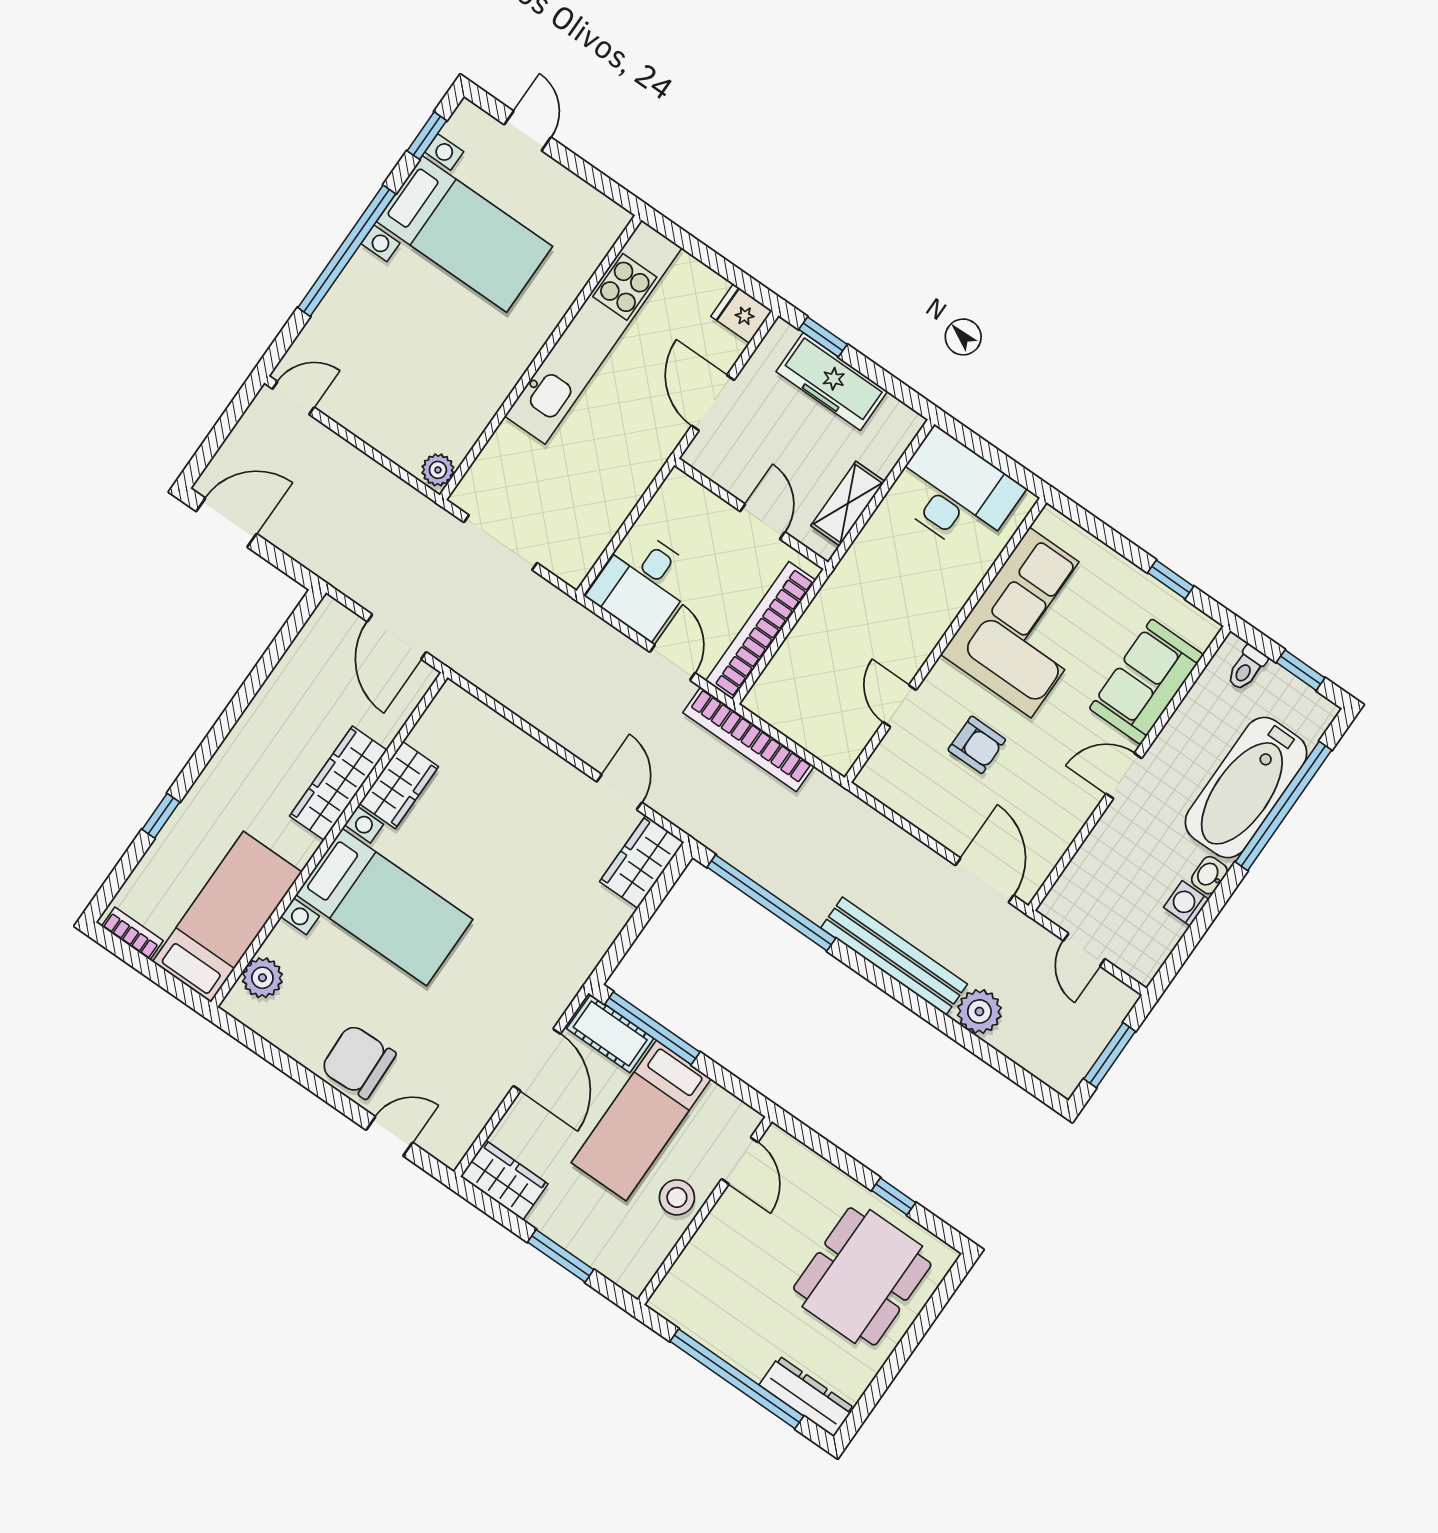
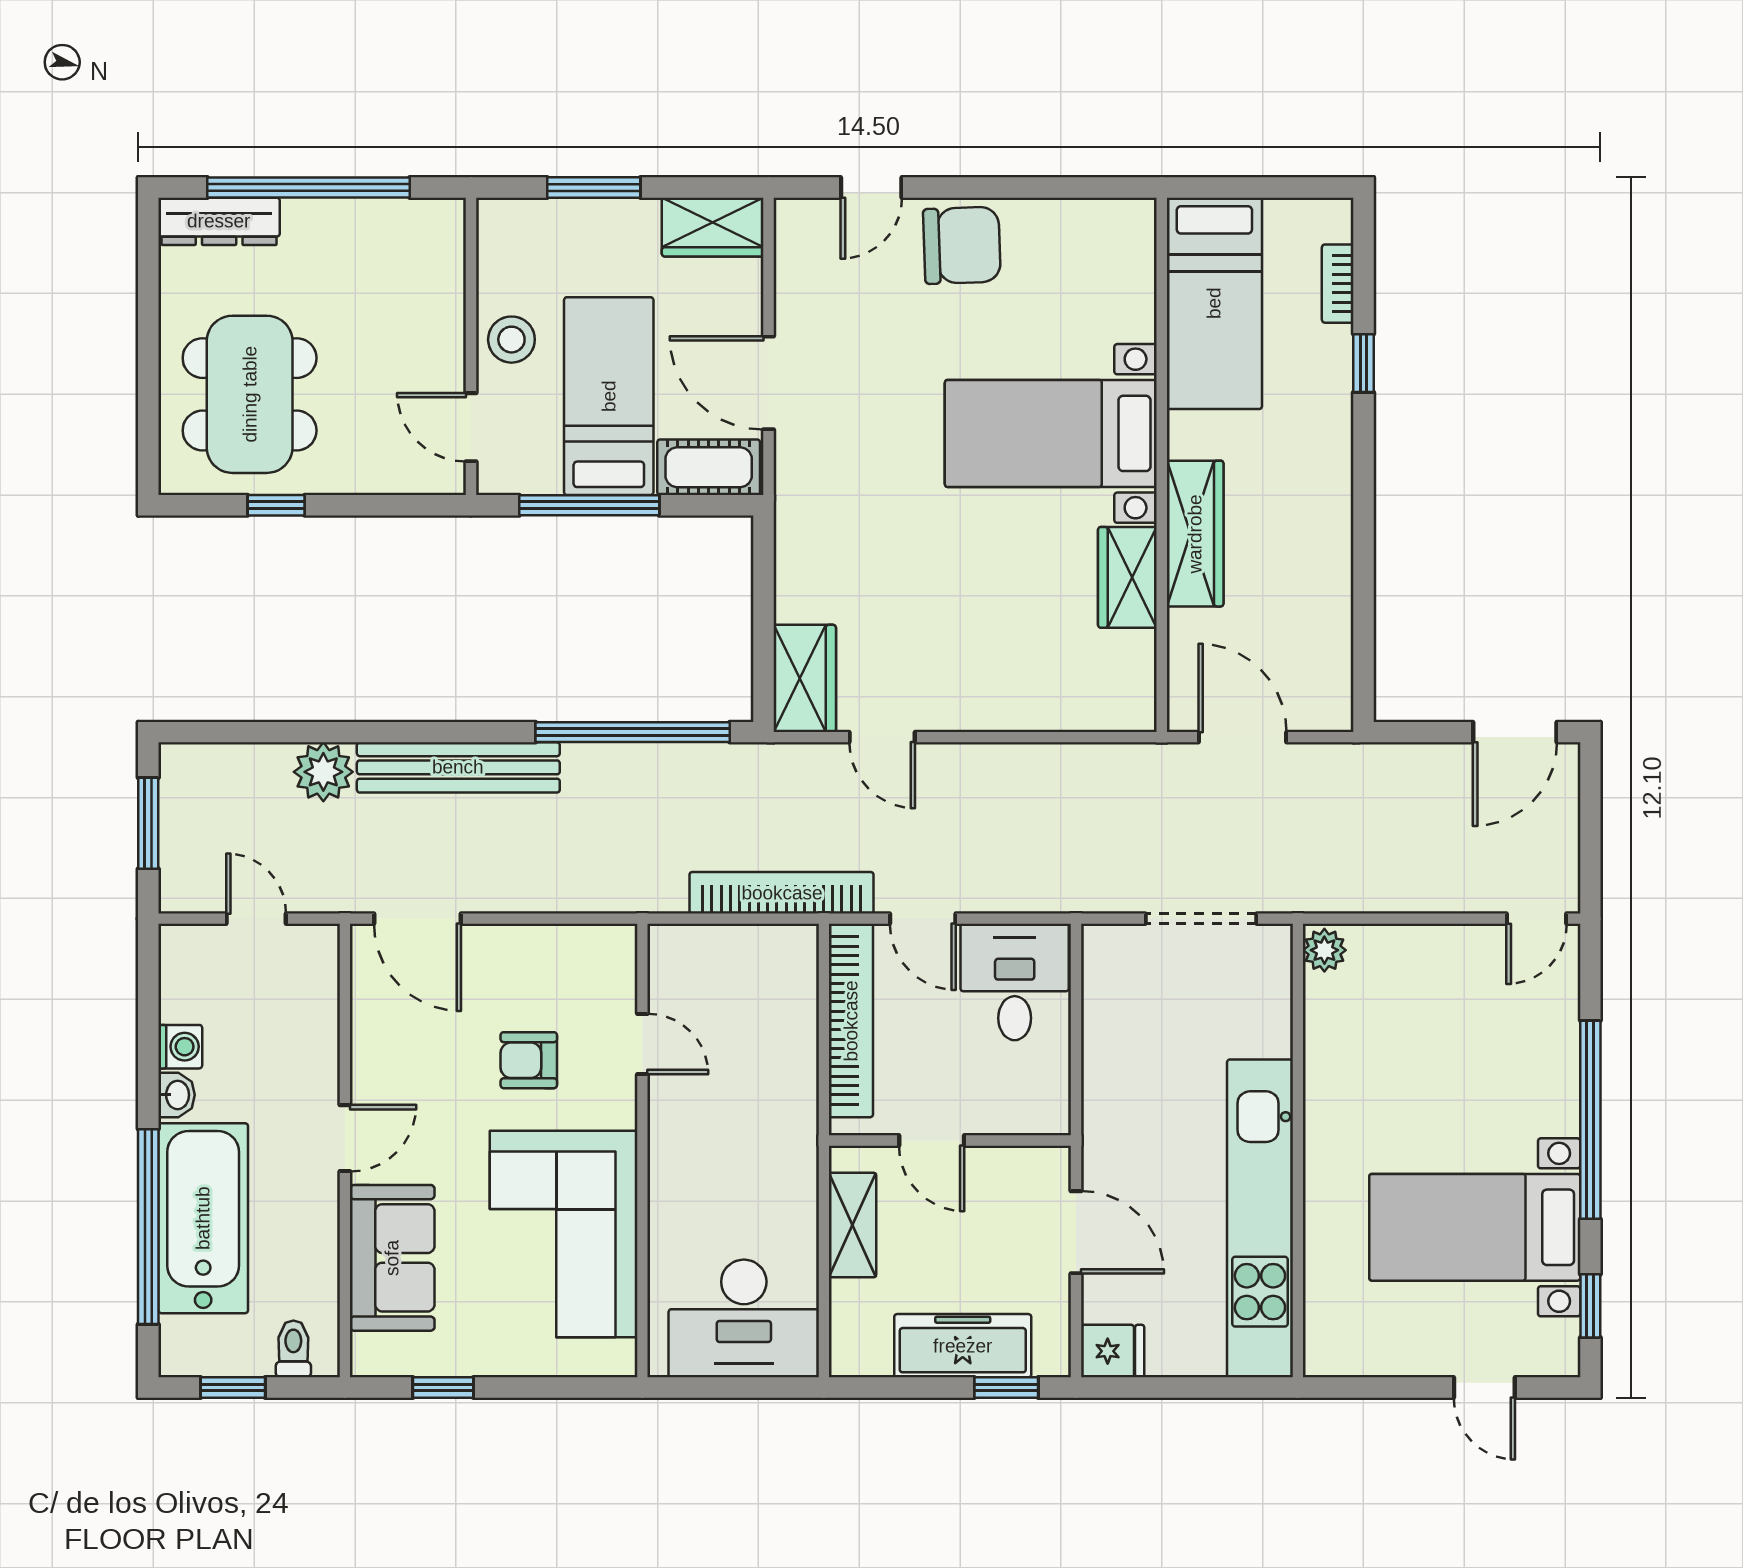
bookcase: (132, 933) -> (1338, 284), moved, turned 90
plant: (262, 978) -> (1130, 264), removed
window: (652, 1028) -> (589, 505), moved

